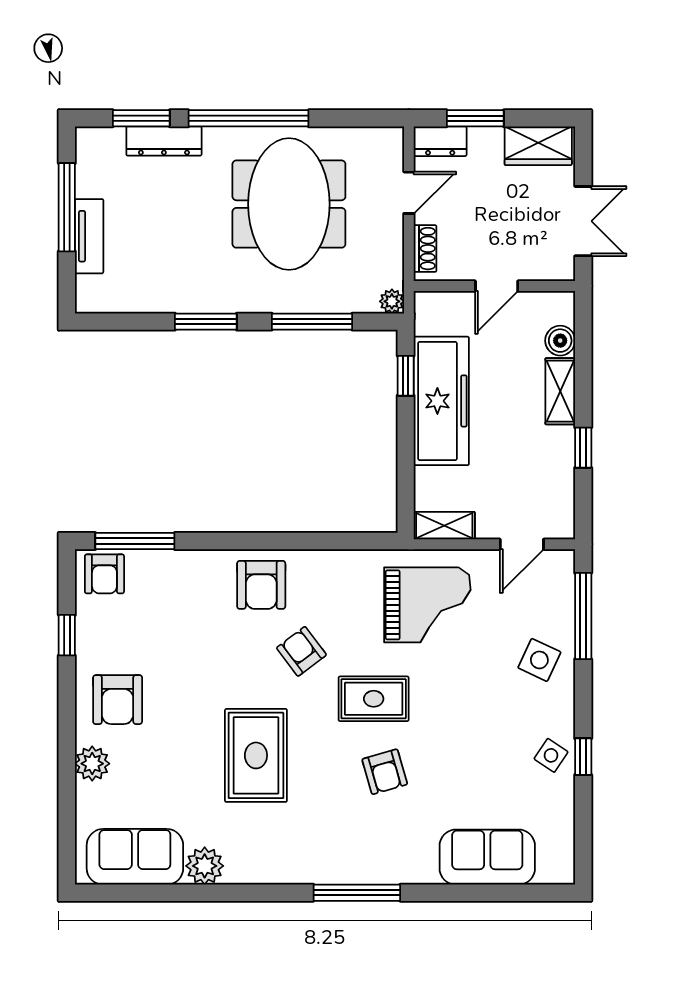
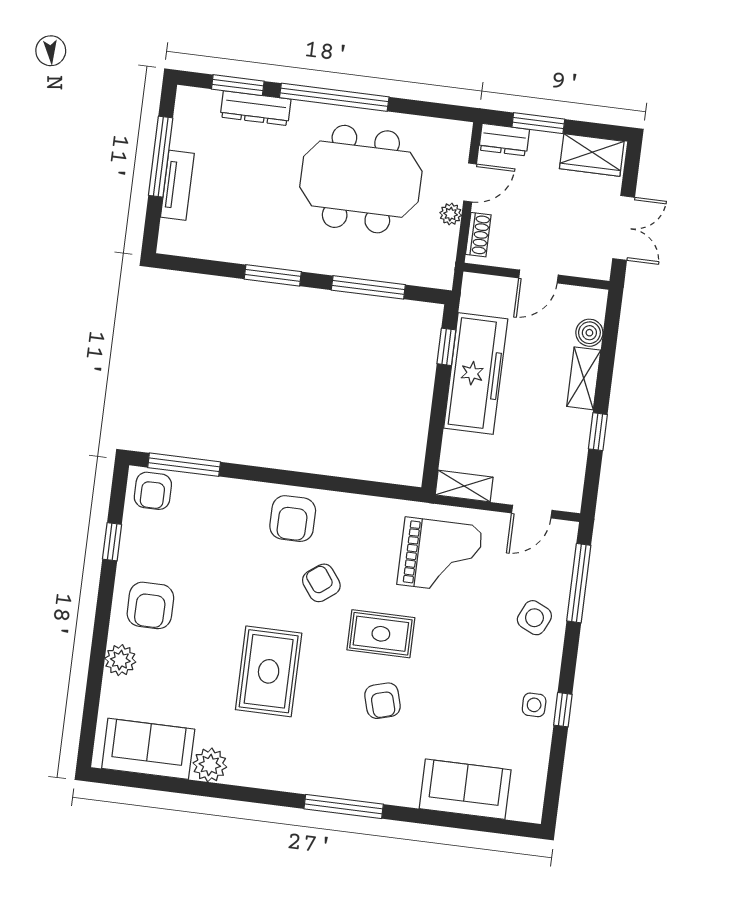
meeting table: (289, 204) -> (361, 179), turned 90
plant: (392, 301) -> (451, 214), moved
side table: (551, 755) -> (534, 705), turned -34

